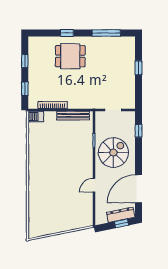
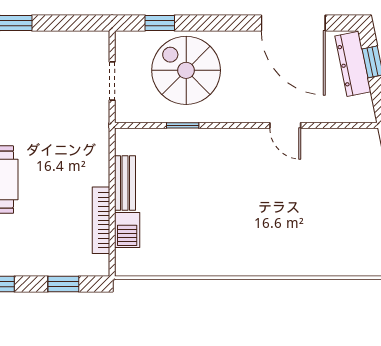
bench: (73, 116) -> (125, 183), width x0.73
barbecue: (36, 117) -> (127, 230), moved
spiral stairs: (113, 152) -> (186, 70), moved

